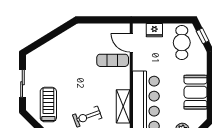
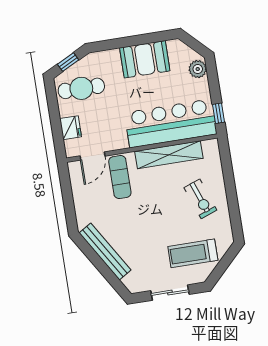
bench: (60, 41) -> (105, 251), added
shelving: (123, 106) -> (169, 155), width x1.47

